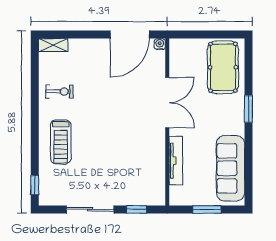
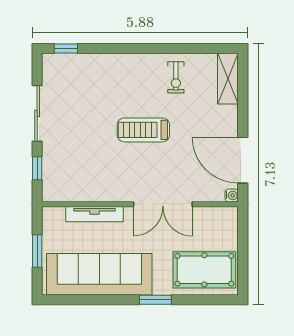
shelving: (53, 45) -> (228, 79), width x1.50, depth x1.33
treadmill: (61, 142) -> (143, 130), moved
sofa: (231, 168) -> (99, 274), width x1.36, depth x1.27

